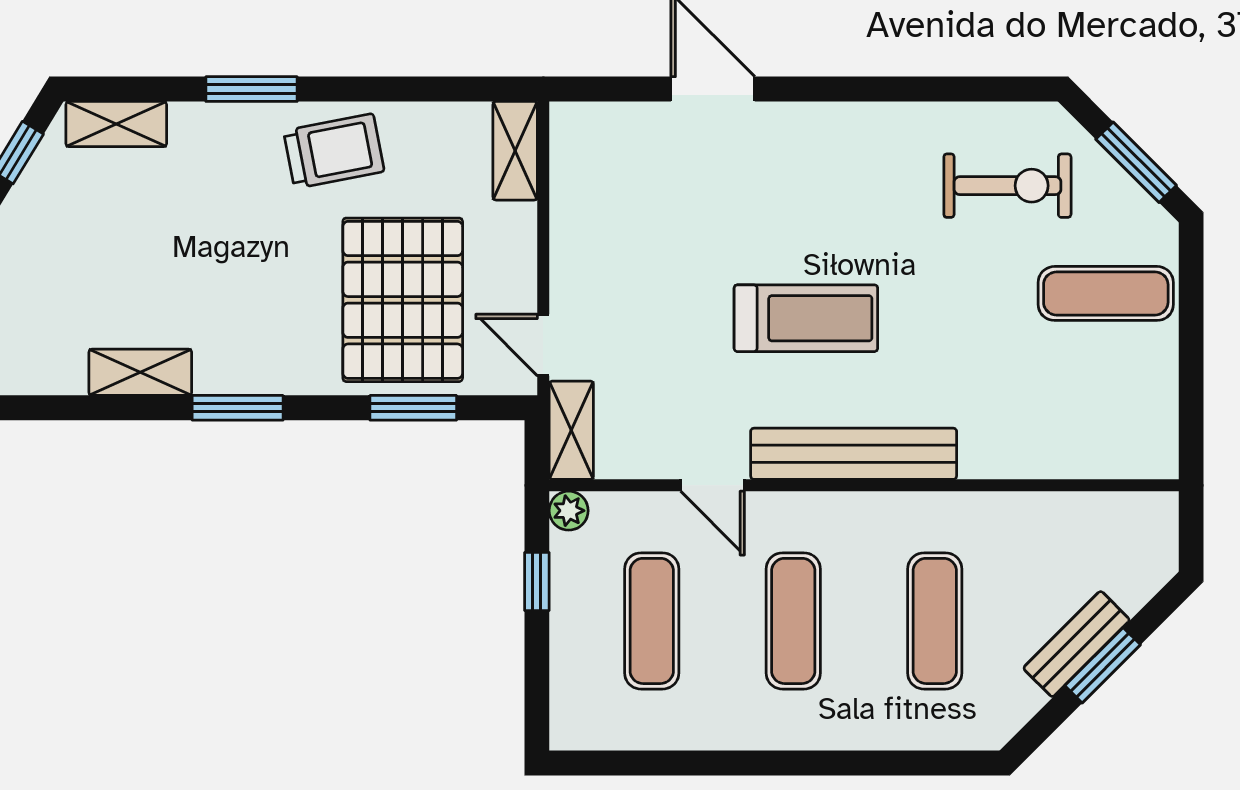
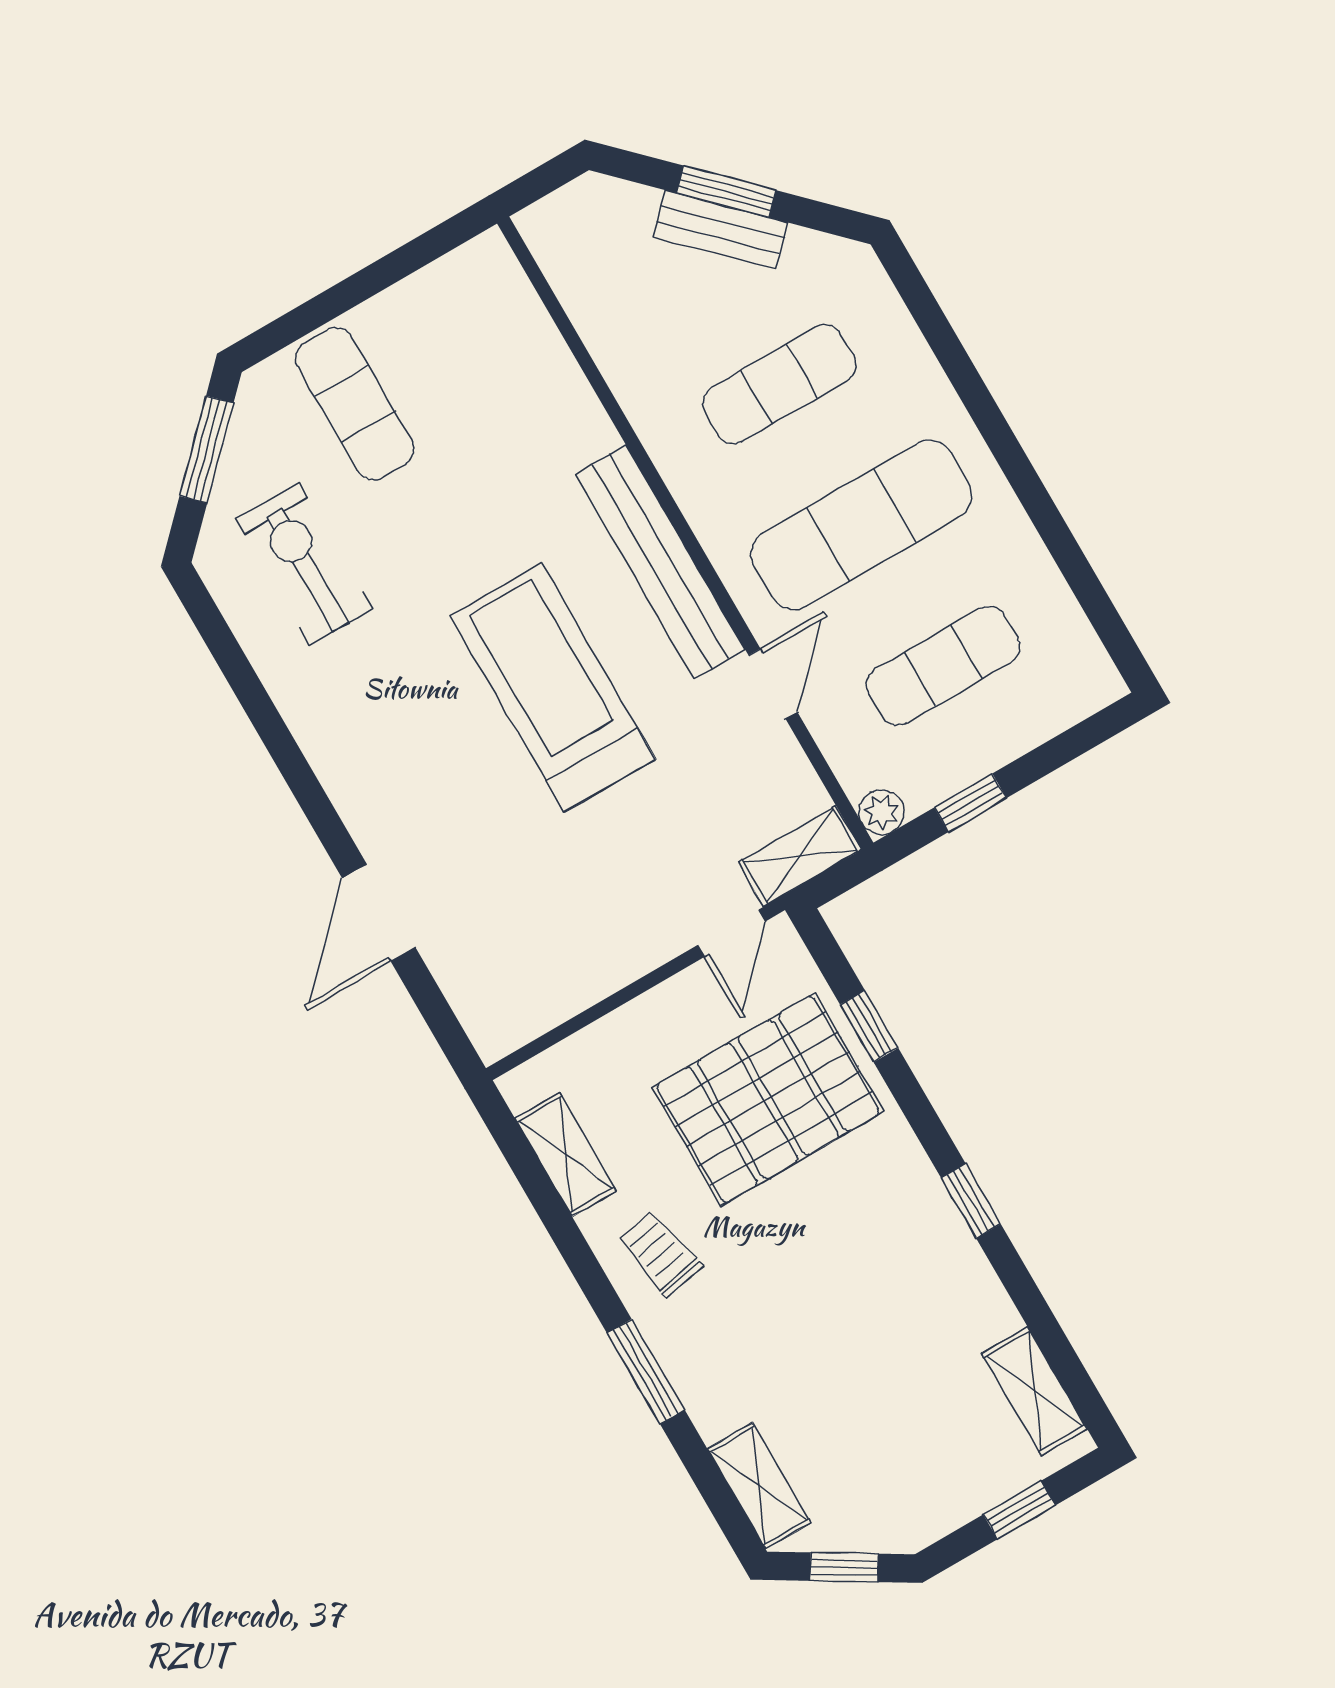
trolley: (334, 151) -> (660, 1254), width x0.73, depth x0.72
shelving: (515, 151) -> (566, 1155), moved, turned 90
treadmill: (806, 318) -> (553, 688), width x1.37, depth x1.38
shelving: (140, 372) -> (1034, 1391), moved
window: (238, 408) -> (971, 1201), width x0.67
window: (413, 408) -> (869, 1026), width x0.67
exercise mat: (793, 621) -> (861, 525), width x1.36, depth x1.45

